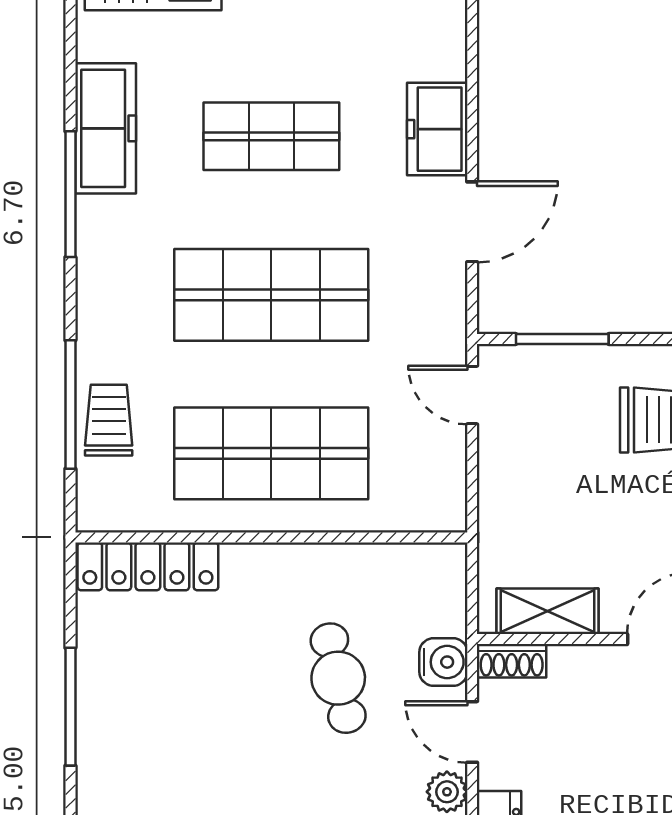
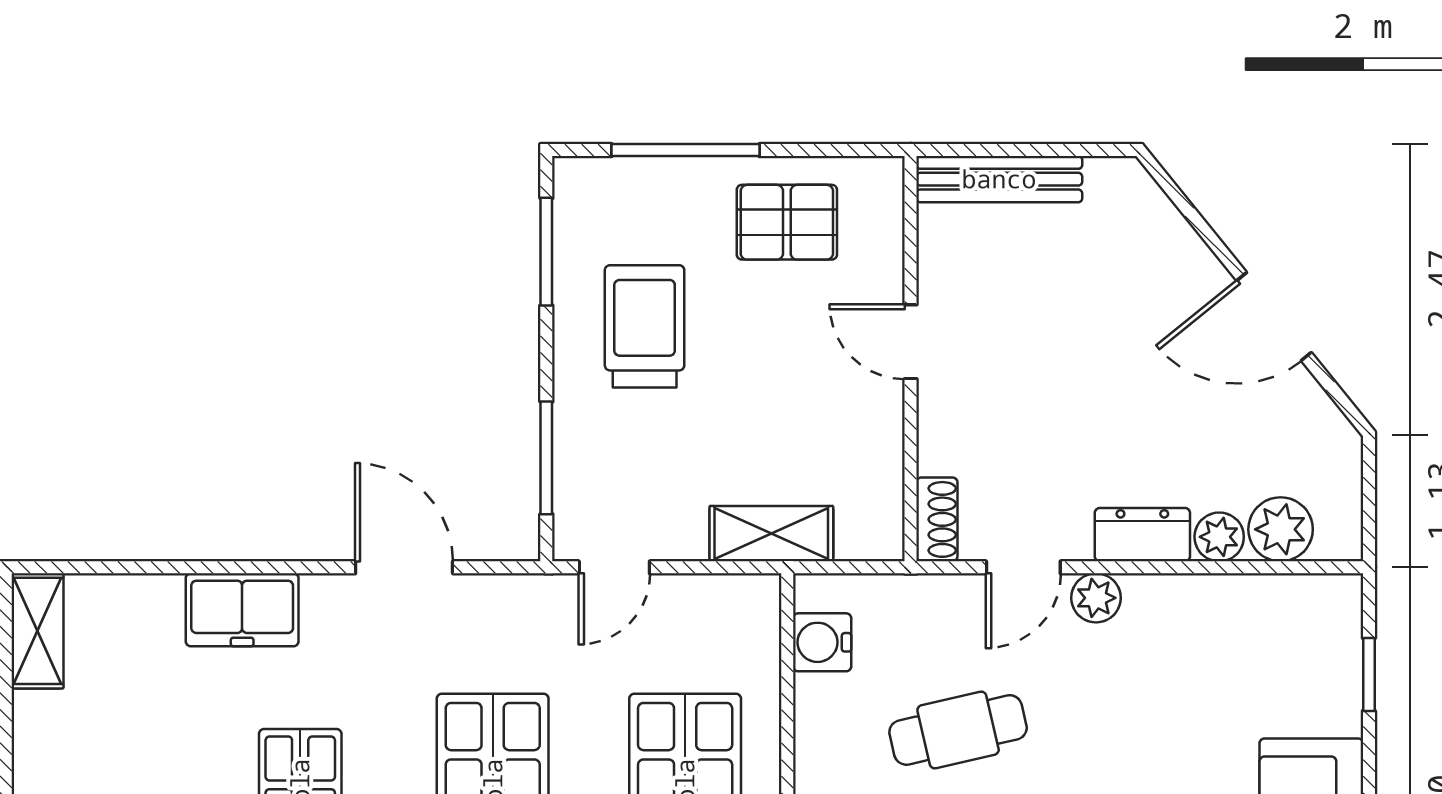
freezer: (437, 129) -> (242, 610), moved
shelving: (548, 611) -> (771, 534), moved, turned 90
water cooler: (443, 662) -> (822, 642), moved, turned -90

